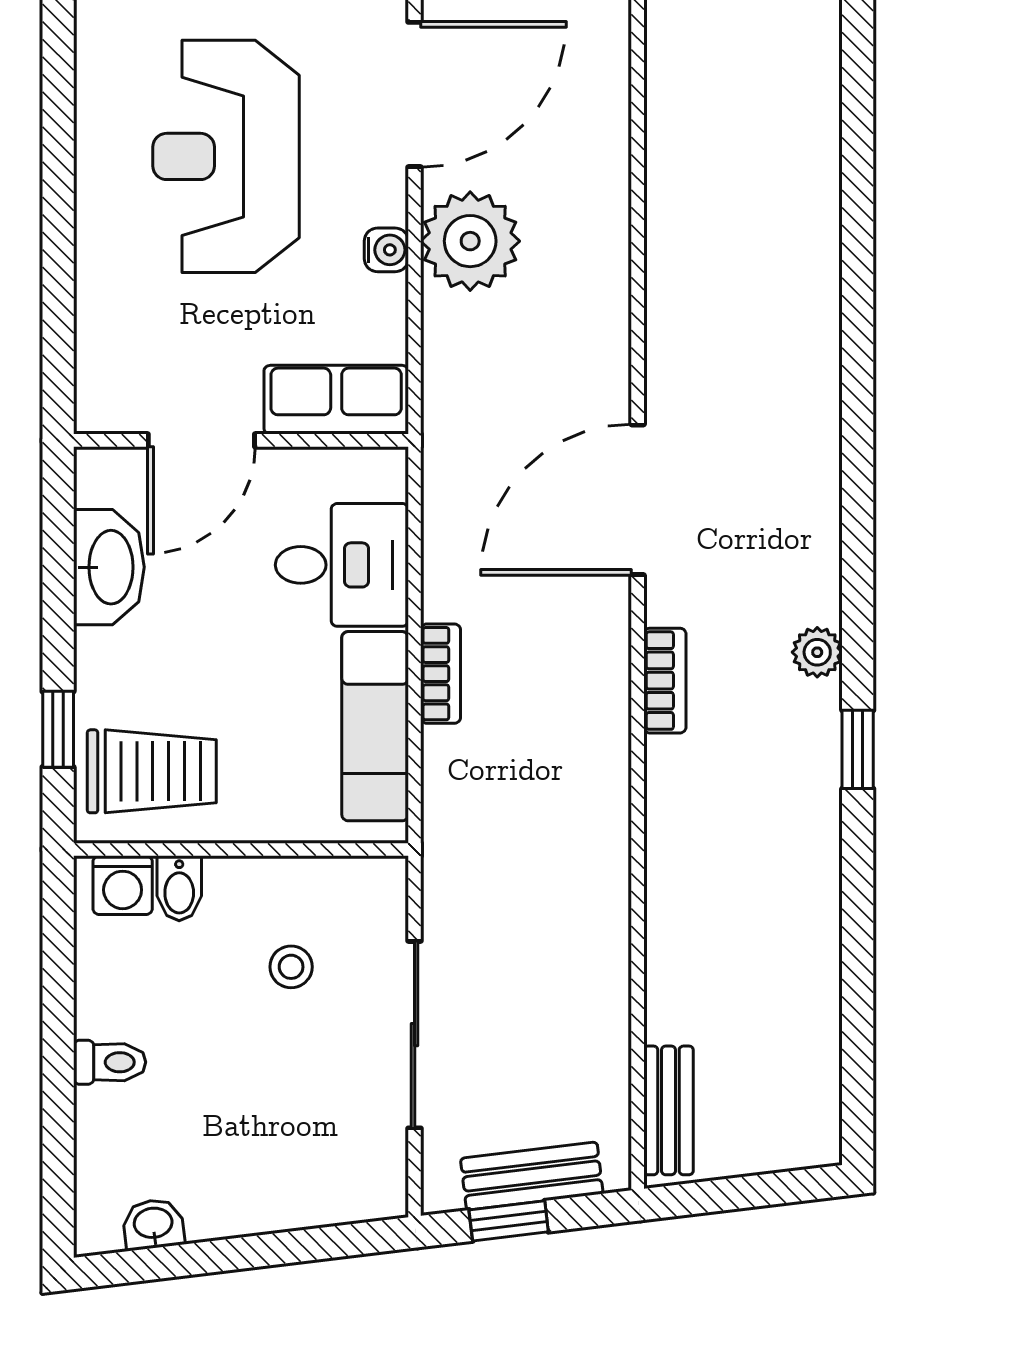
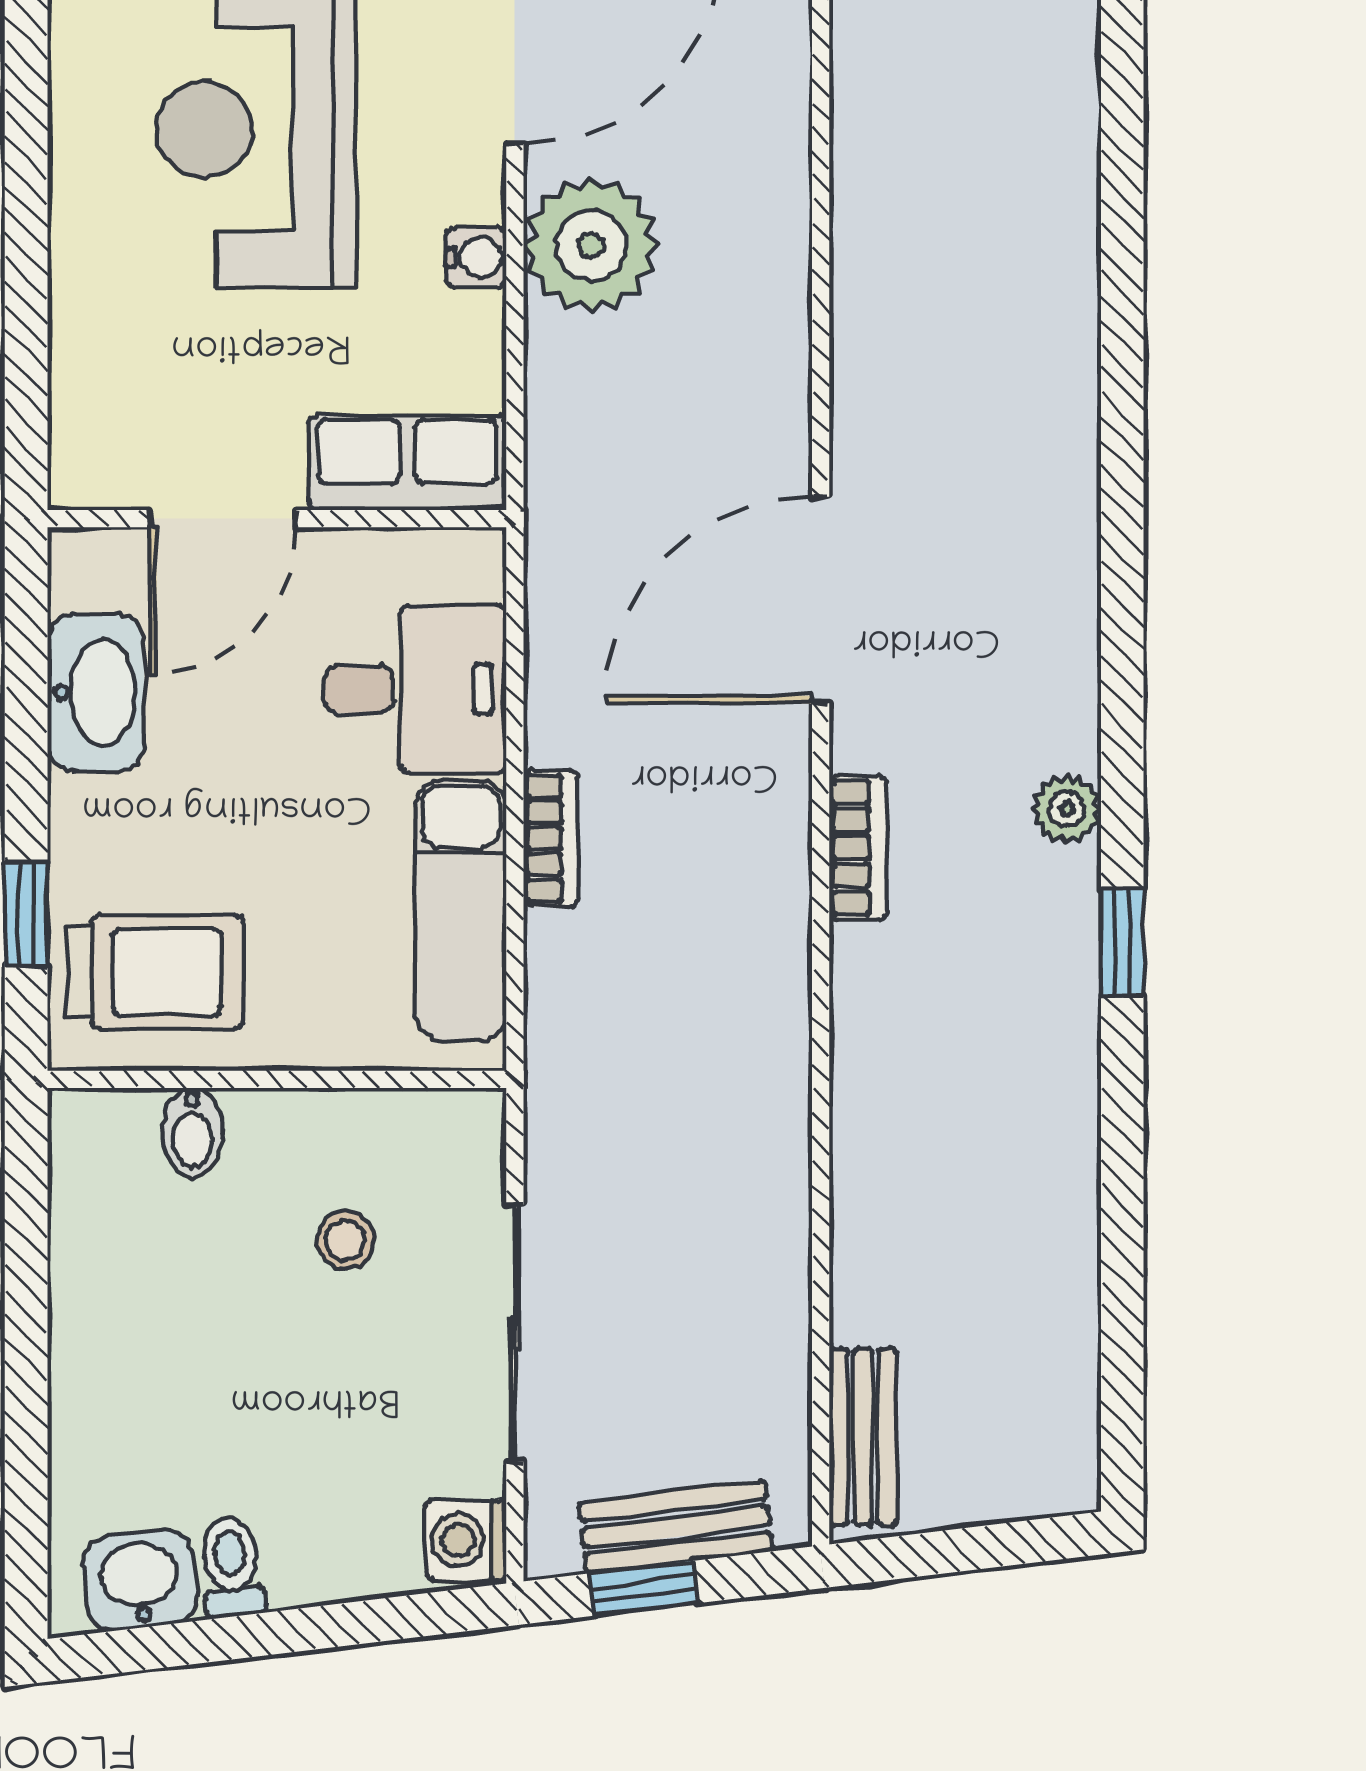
washing machine: (123, 885) -> (466, 1540), moved, turned 90
toilet: (110, 1062) -> (232, 1567), moved, turned -97
washbasin: (153, 1224) -> (140, 1580), width x1.38, depth x1.45

